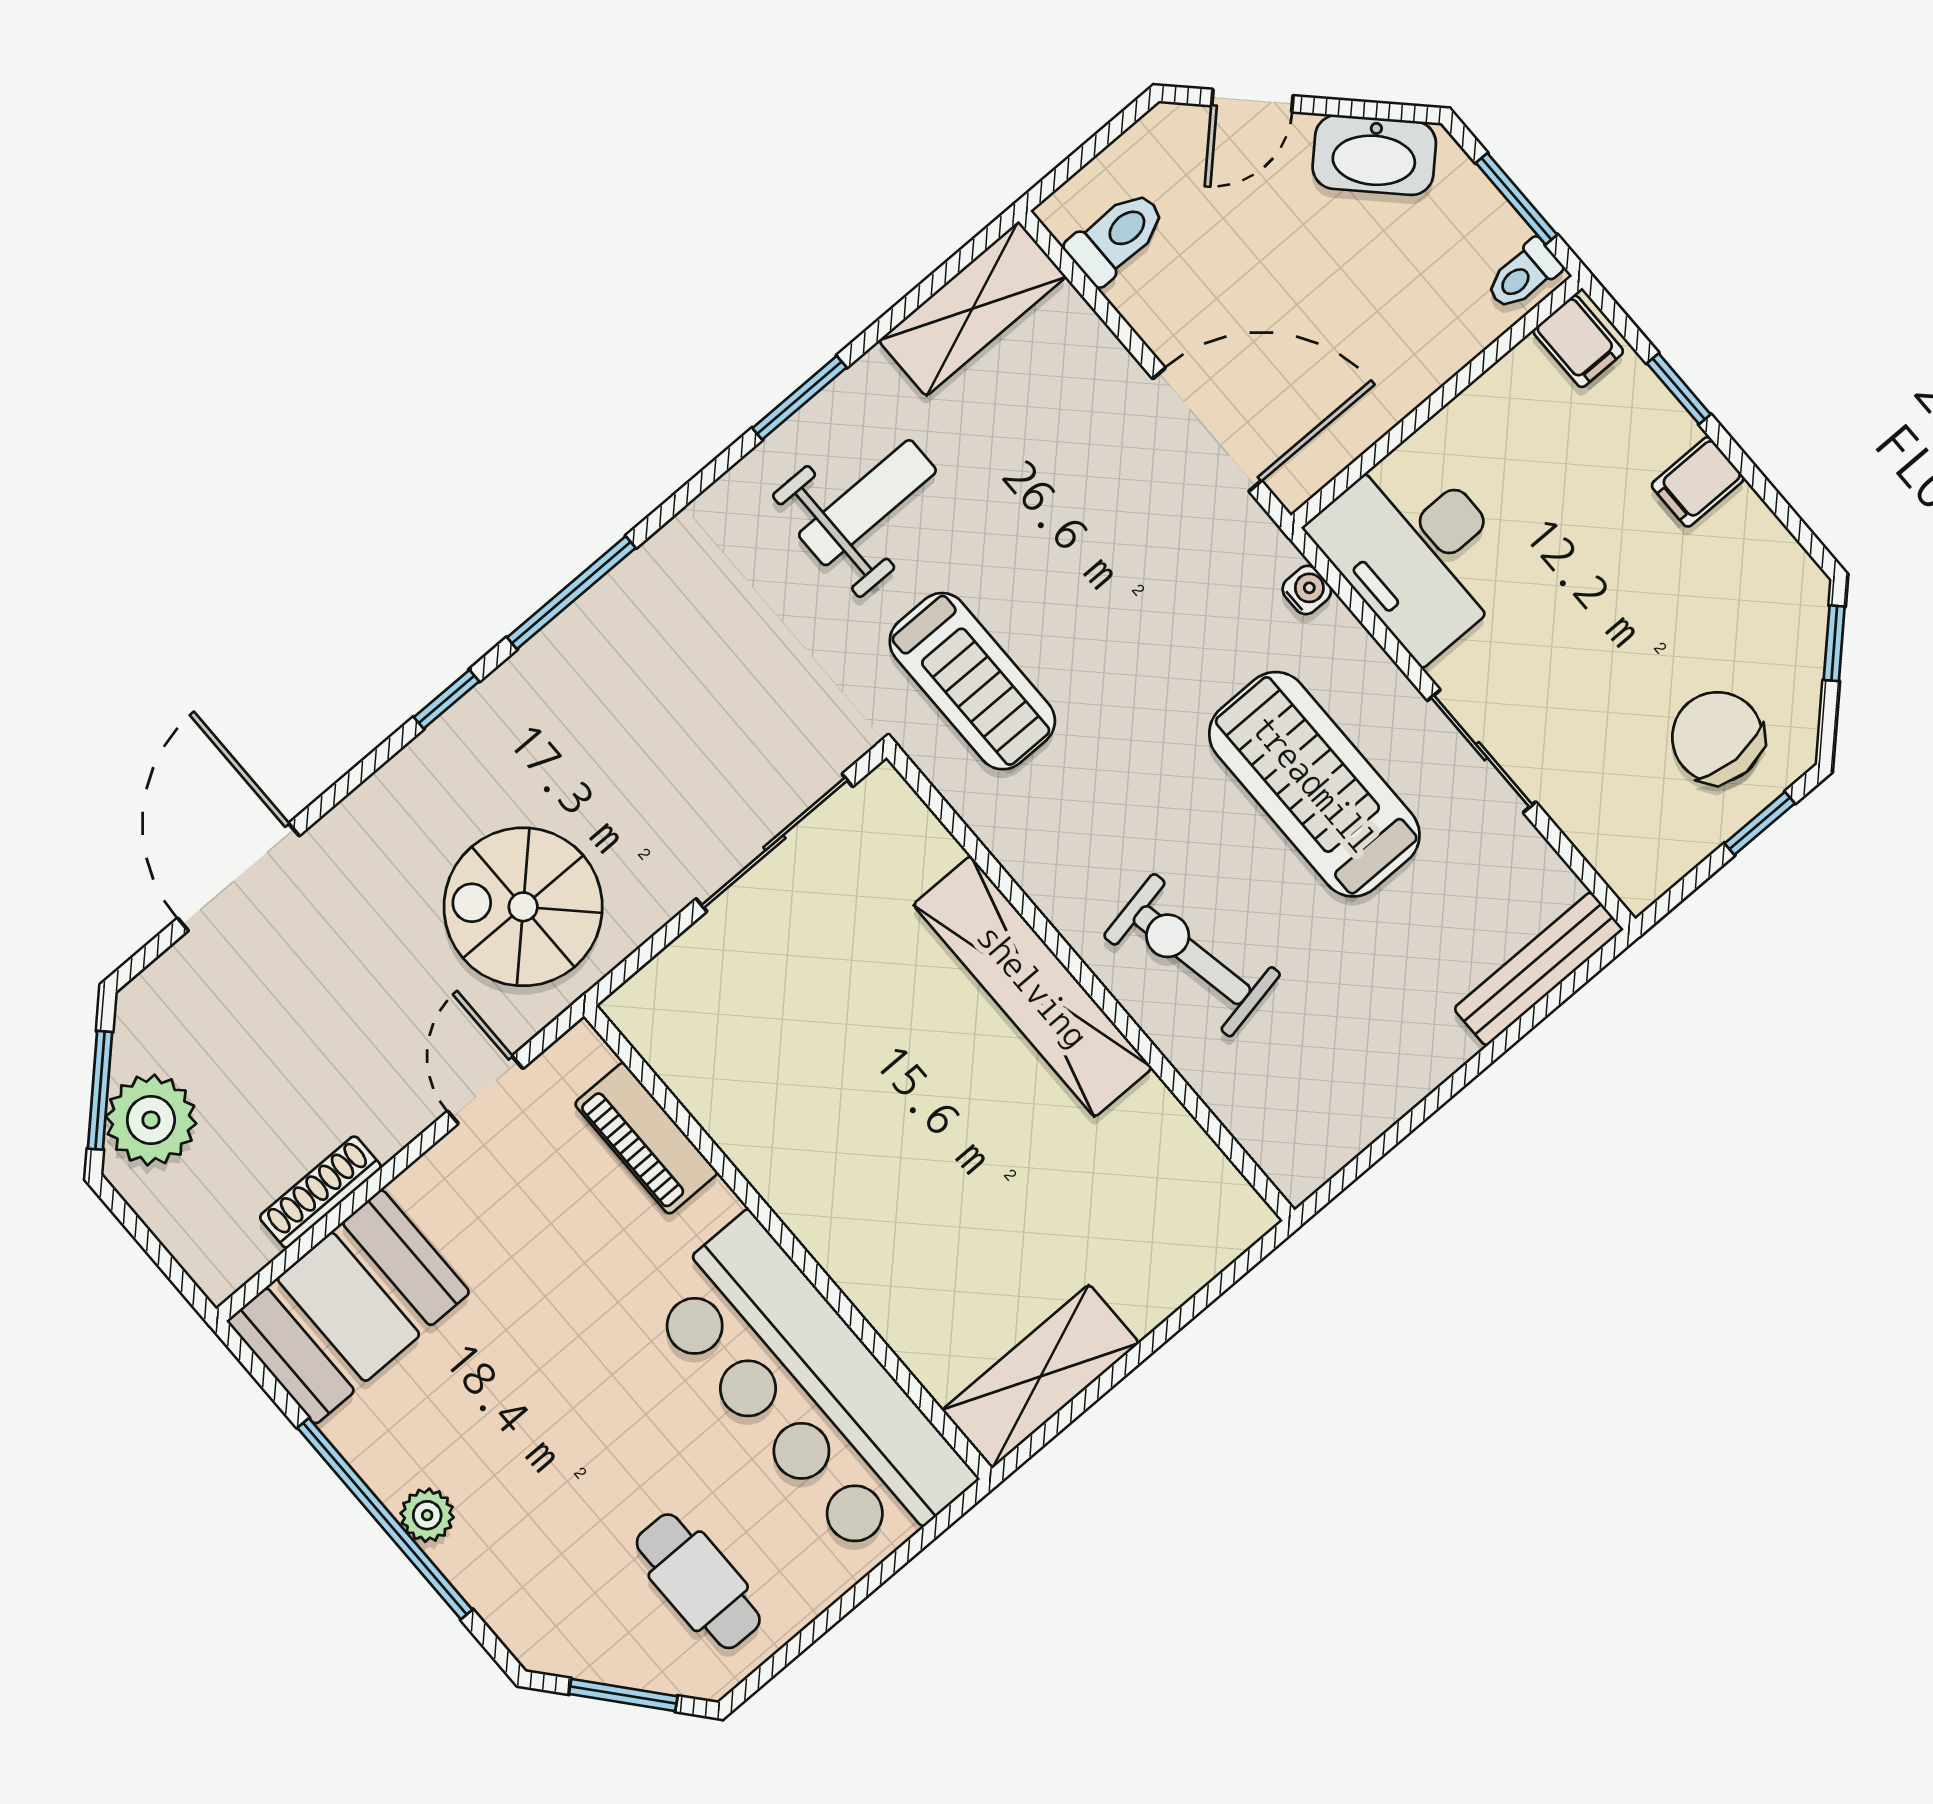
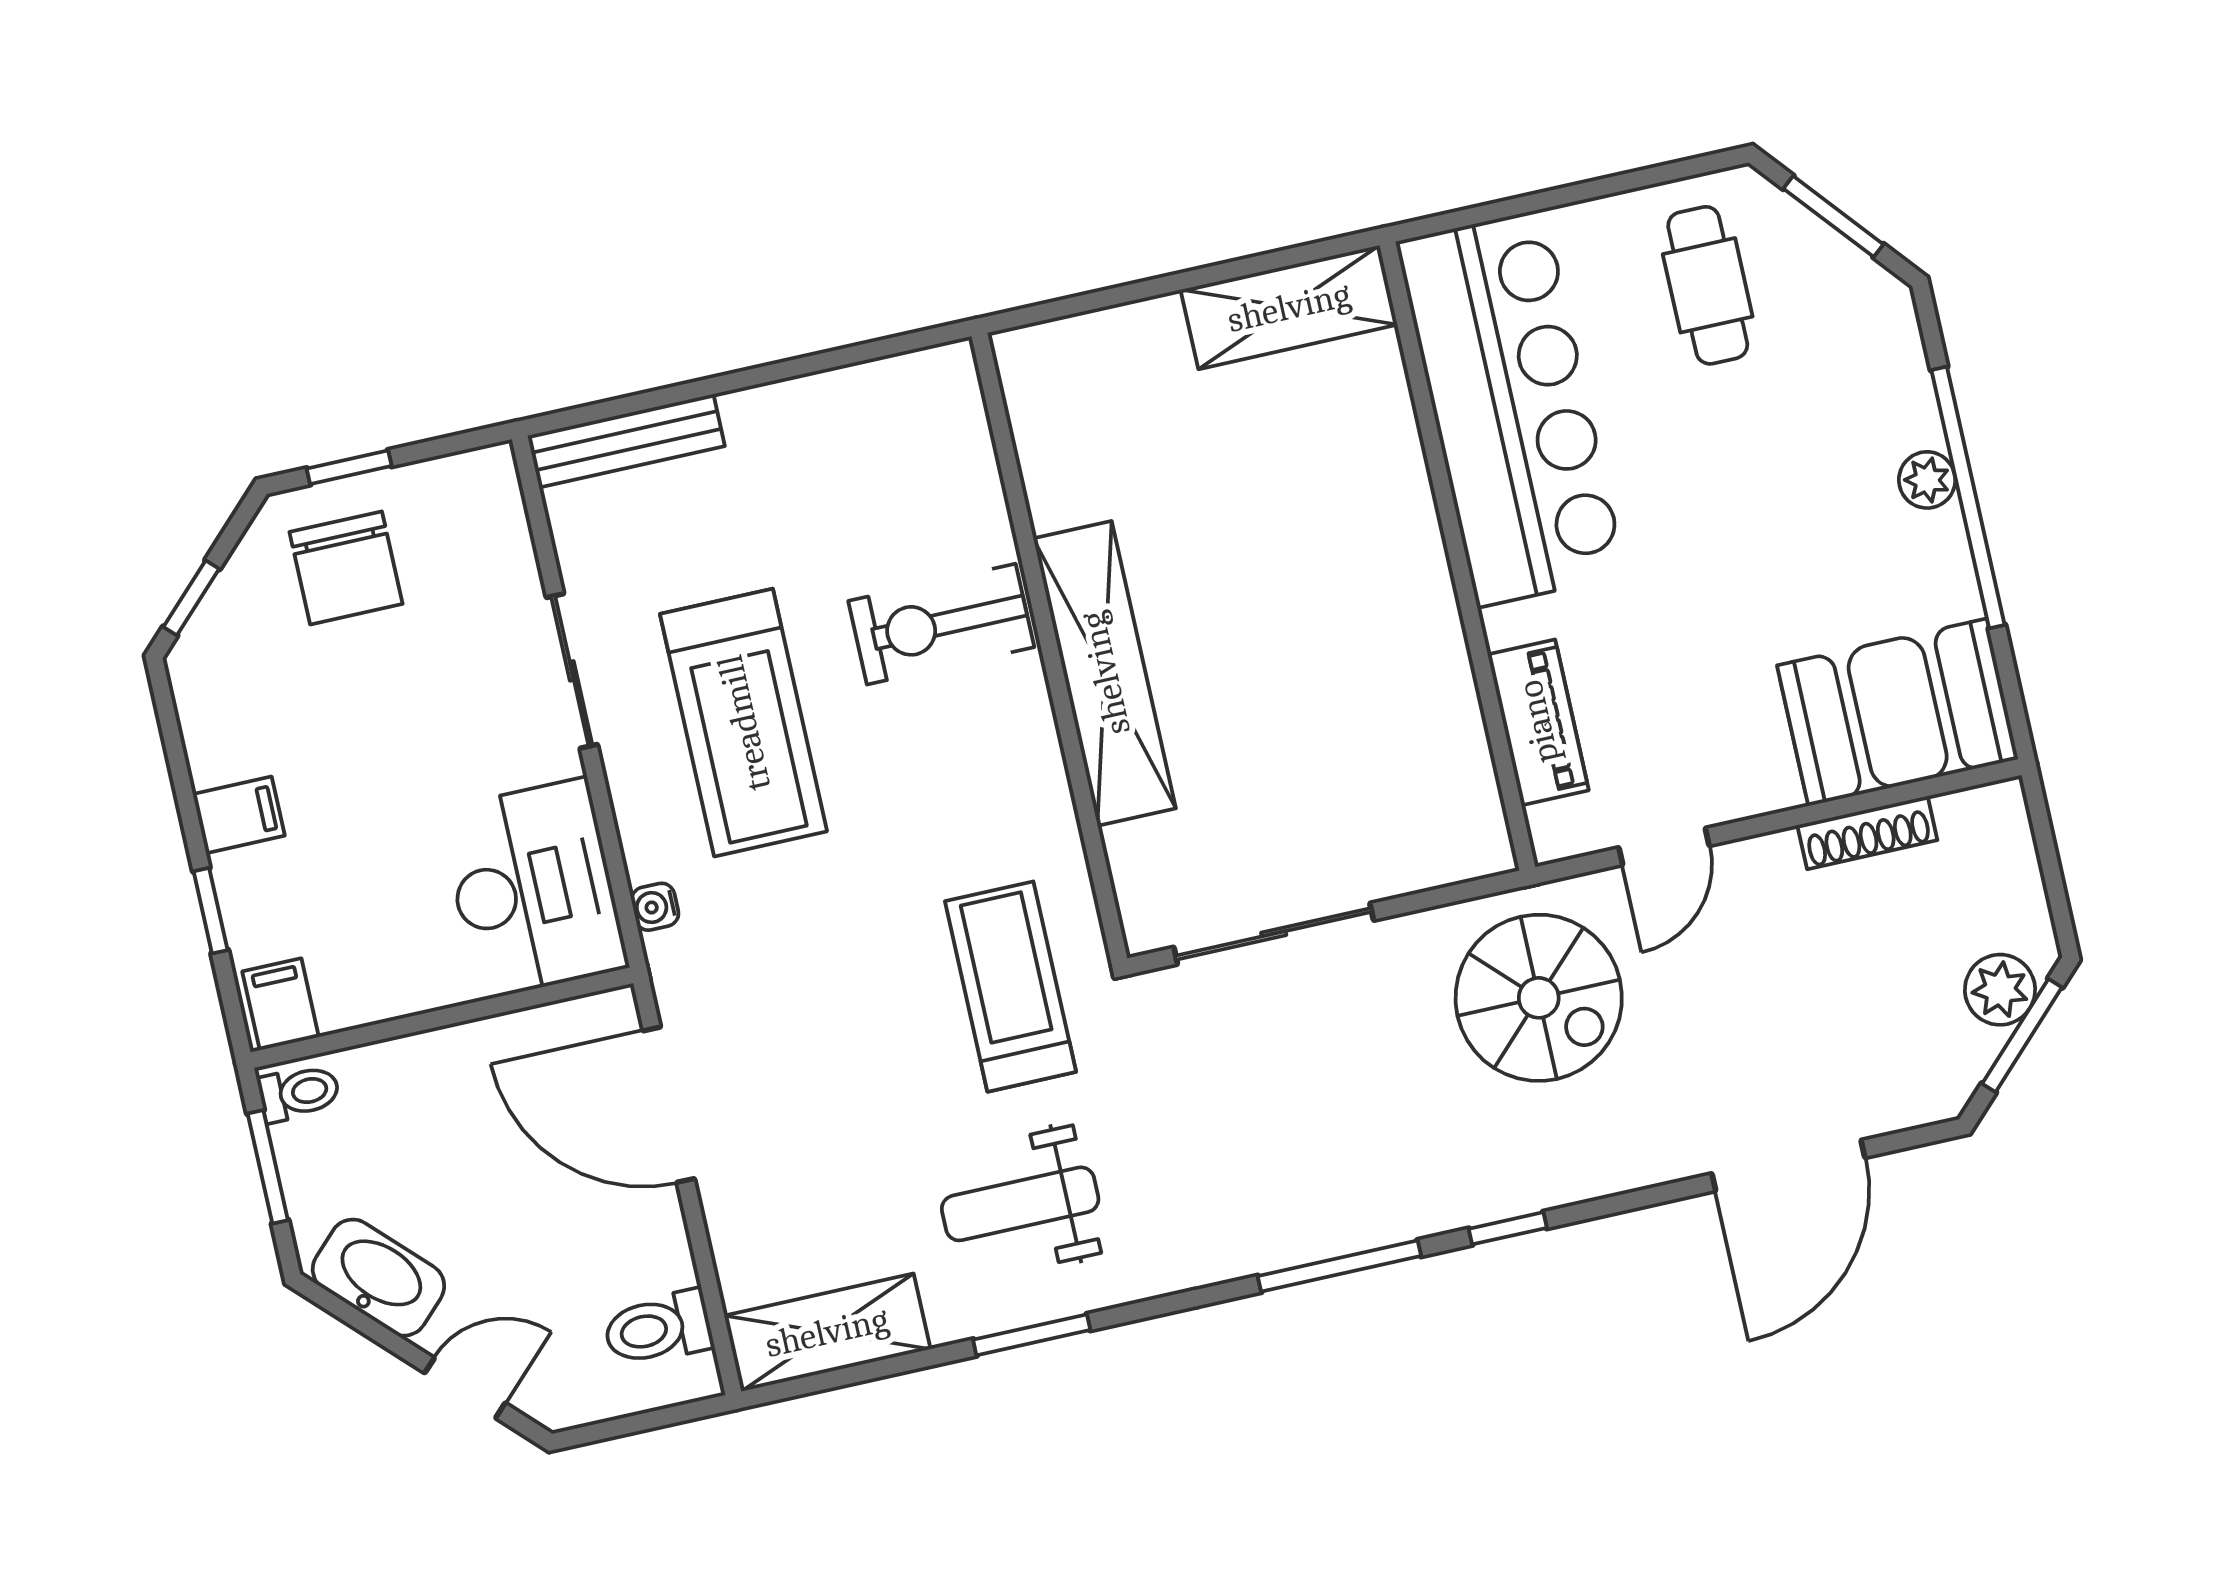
exercise bike: (1192, 955) -> (941, 624), turned 101
plant: (151, 1120) -> (2000, 990), width x0.73, depth x0.73

